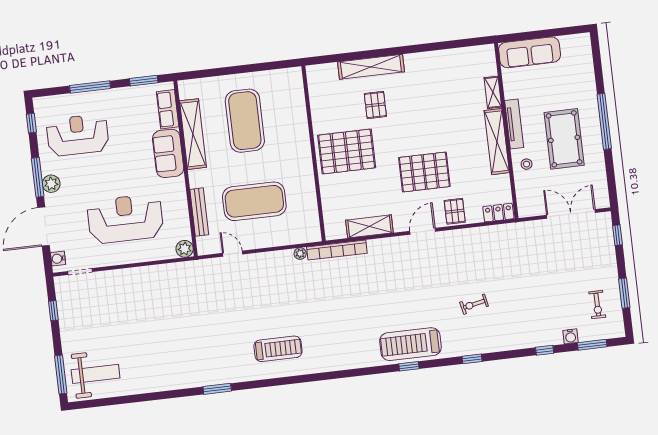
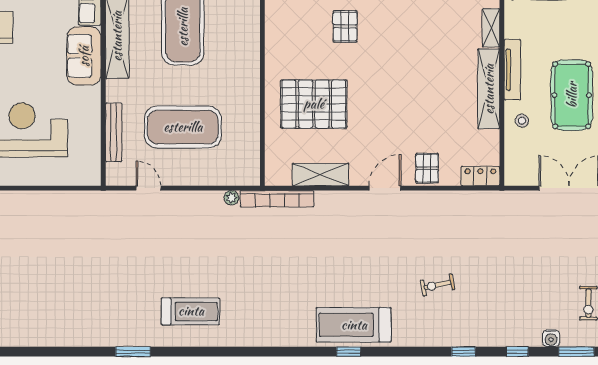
pallet: (347, 152) -> (314, 104), moved
pallet: (424, 172) -> (396, 116), removed
plant: (185, 249) -> (90, 175), removed
window: (472, 359) -> (464, 352), moved
window: (217, 389) -> (133, 352), moved

